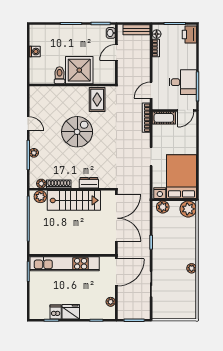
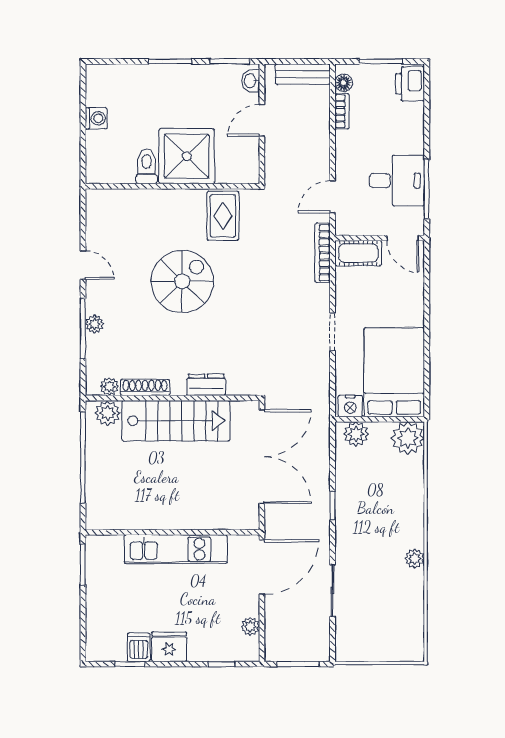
door: (186, 110) -> (403, 238), hinge flipped
kitchen unit: (65, 264) -> (176, 549), width x0.73

